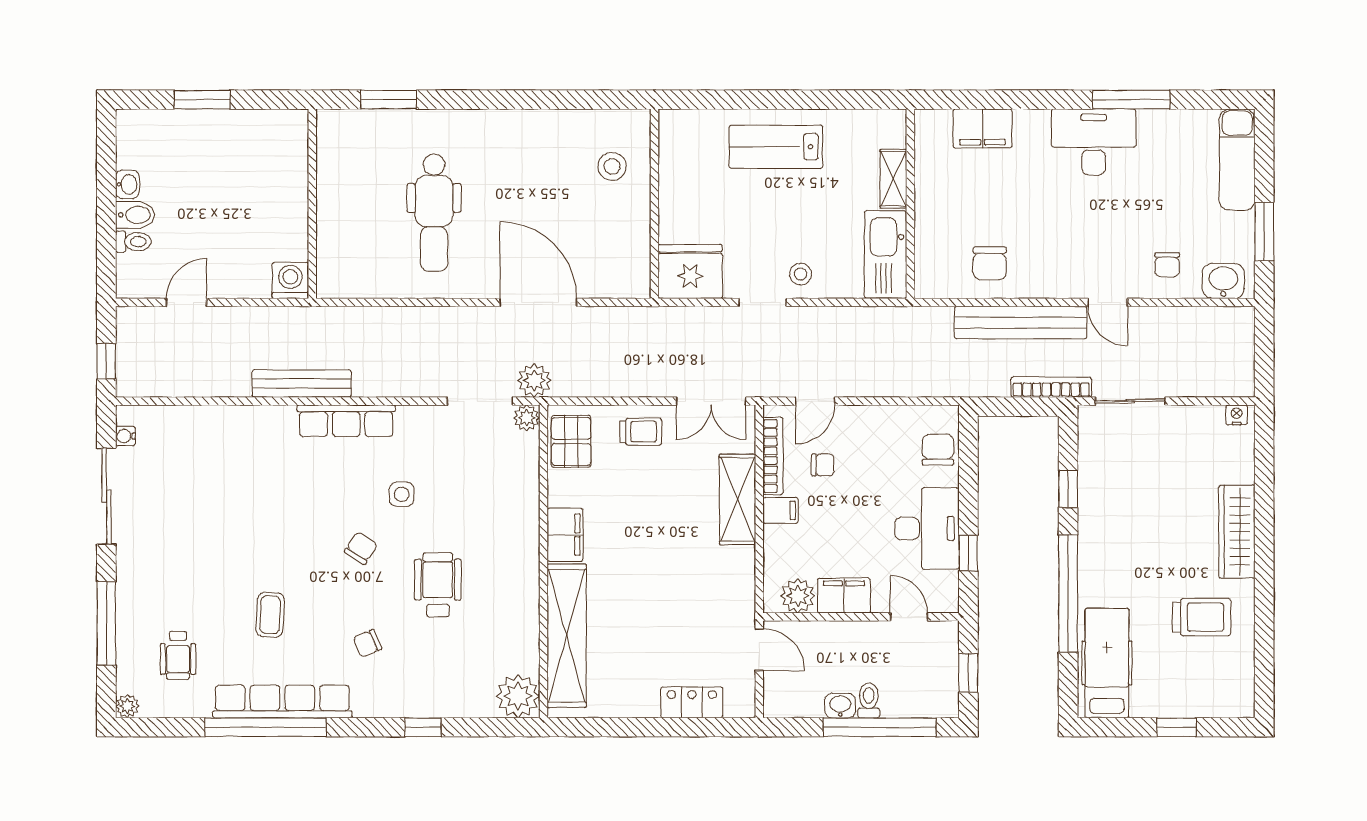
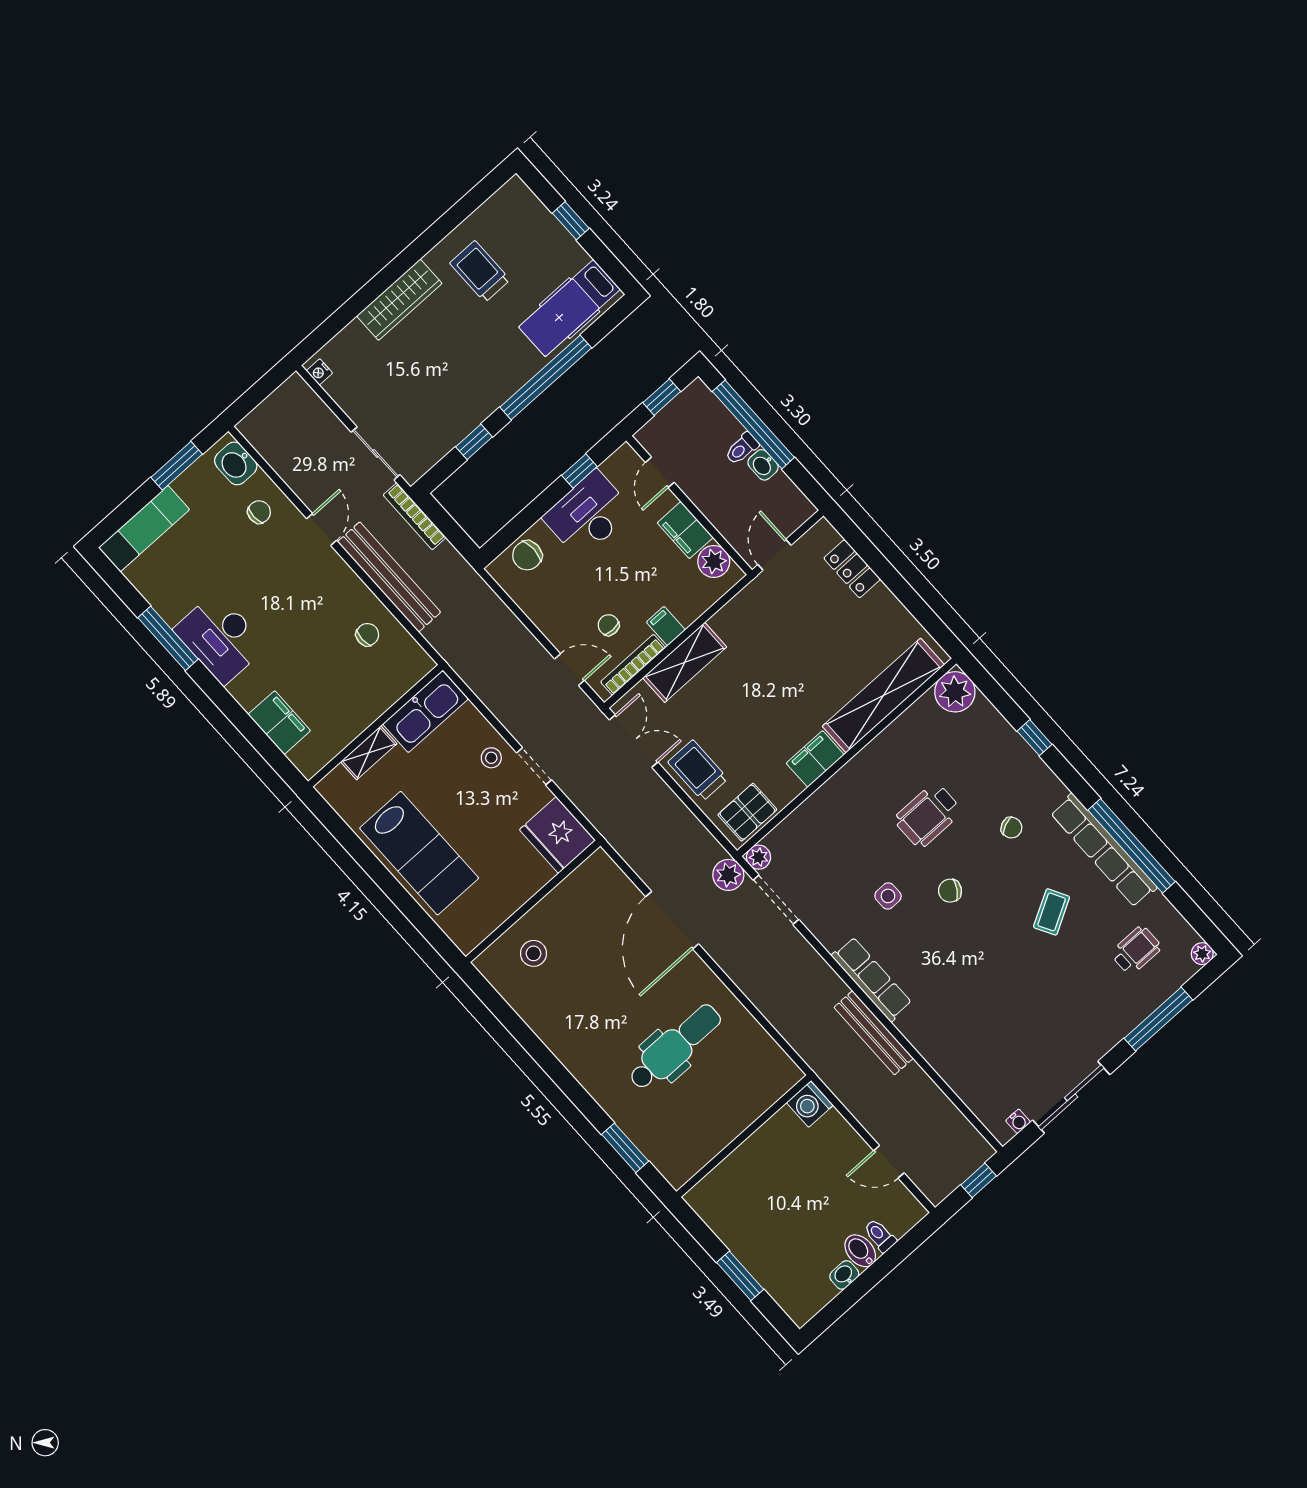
lab bench: (776, 147) -> (419, 853), width x1.36, depth x1.39
chair: (990, 263) -> (367, 635), width x0.73, depth x0.73
trolley: (641, 432) -> (698, 770), width x1.36, depth x1.39
coffee table: (270, 615) -> (1052, 912), turned -32

